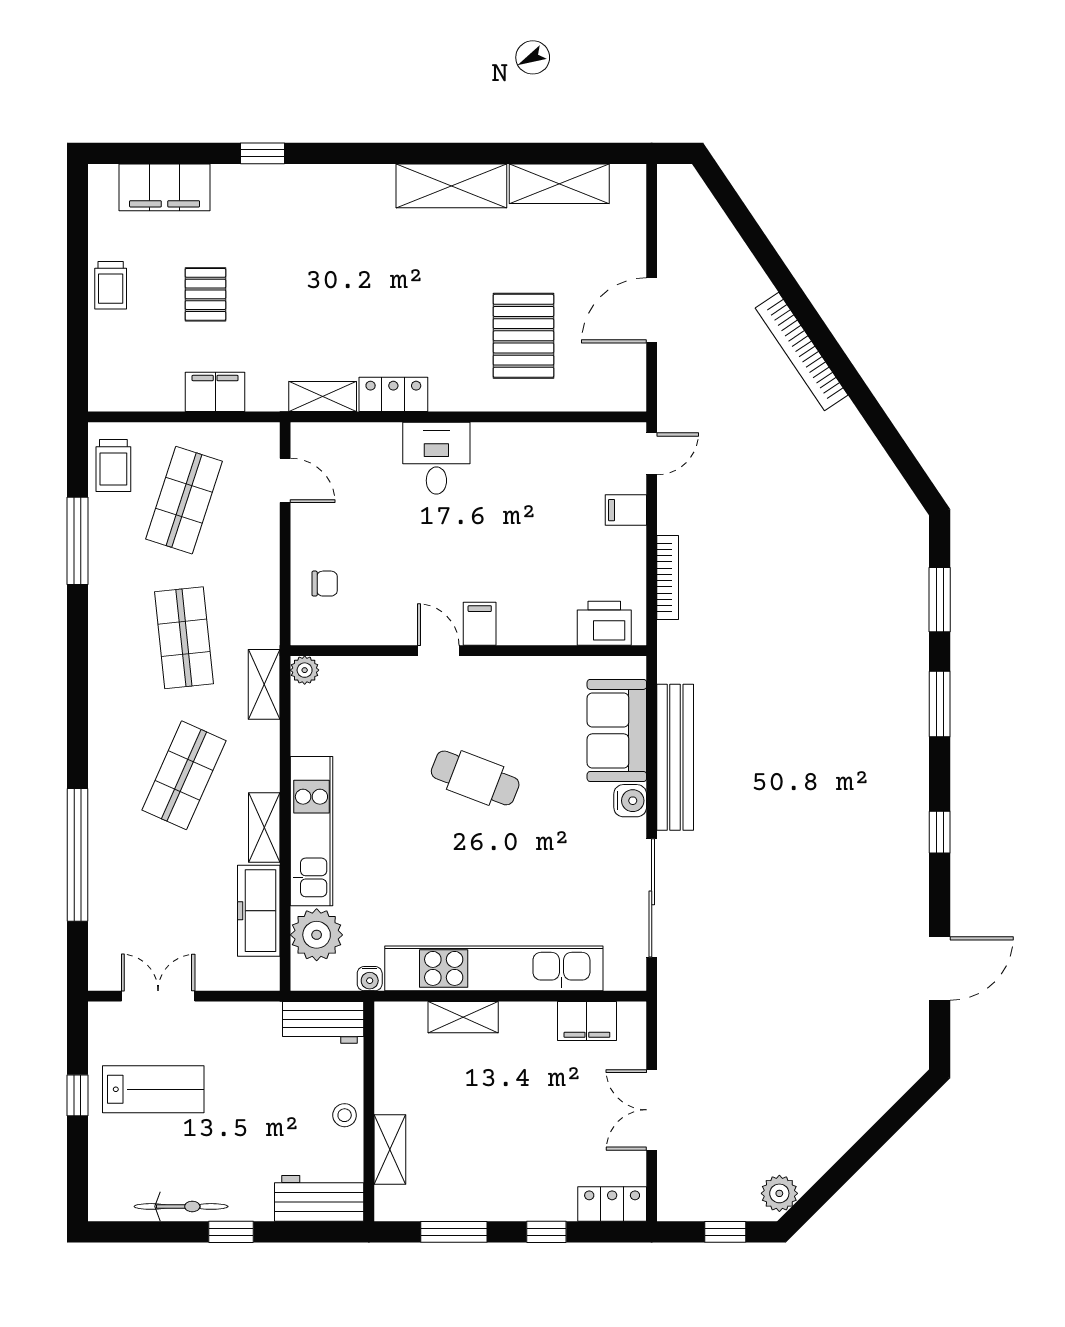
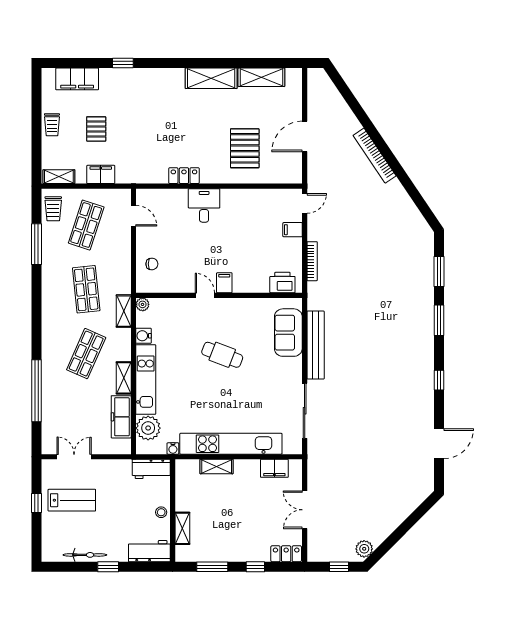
shelving: (323, 396) -> (59, 177), moved
water cooler: (630, 801) -> (143, 336), moved, turned 180

